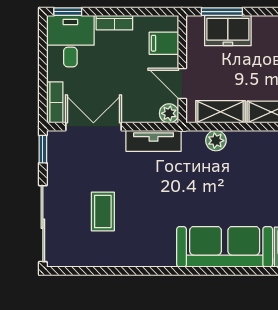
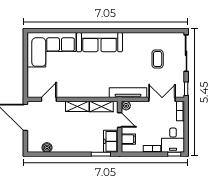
freezer: (228, 30) -> (111, 141), moved, turned -90
double door: (93, 127) -> (162, 99), swing flipped
tv unit: (154, 141) -> (128, 93), width x1.41
plant: (216, 141) -> (104, 93), removed

